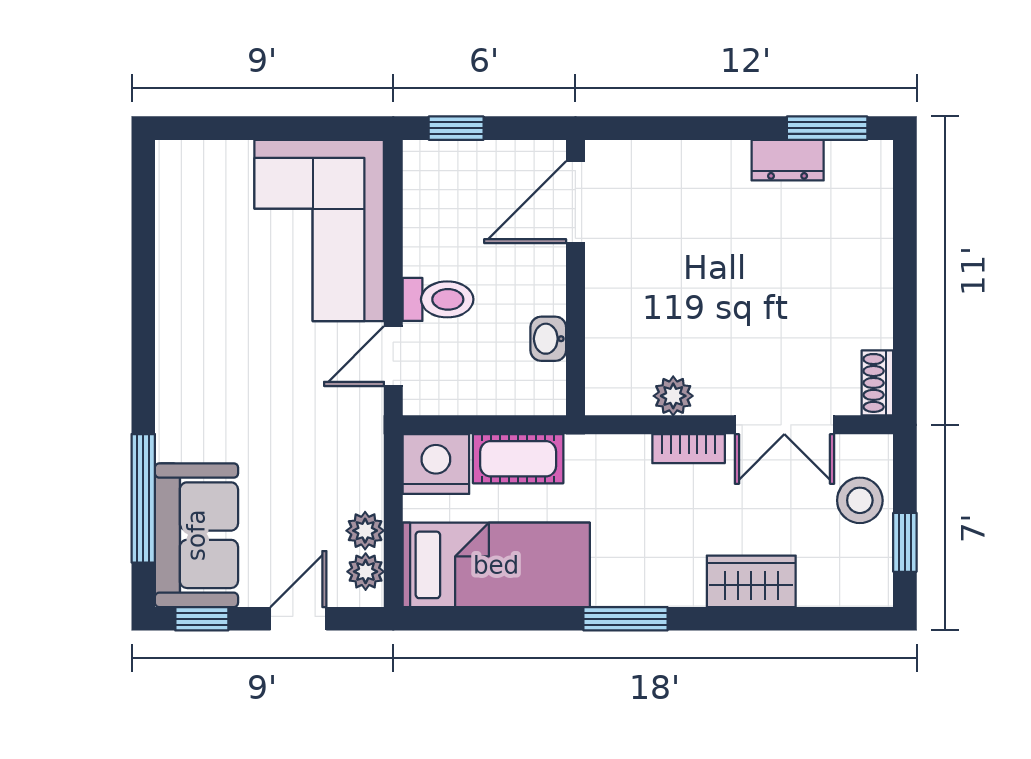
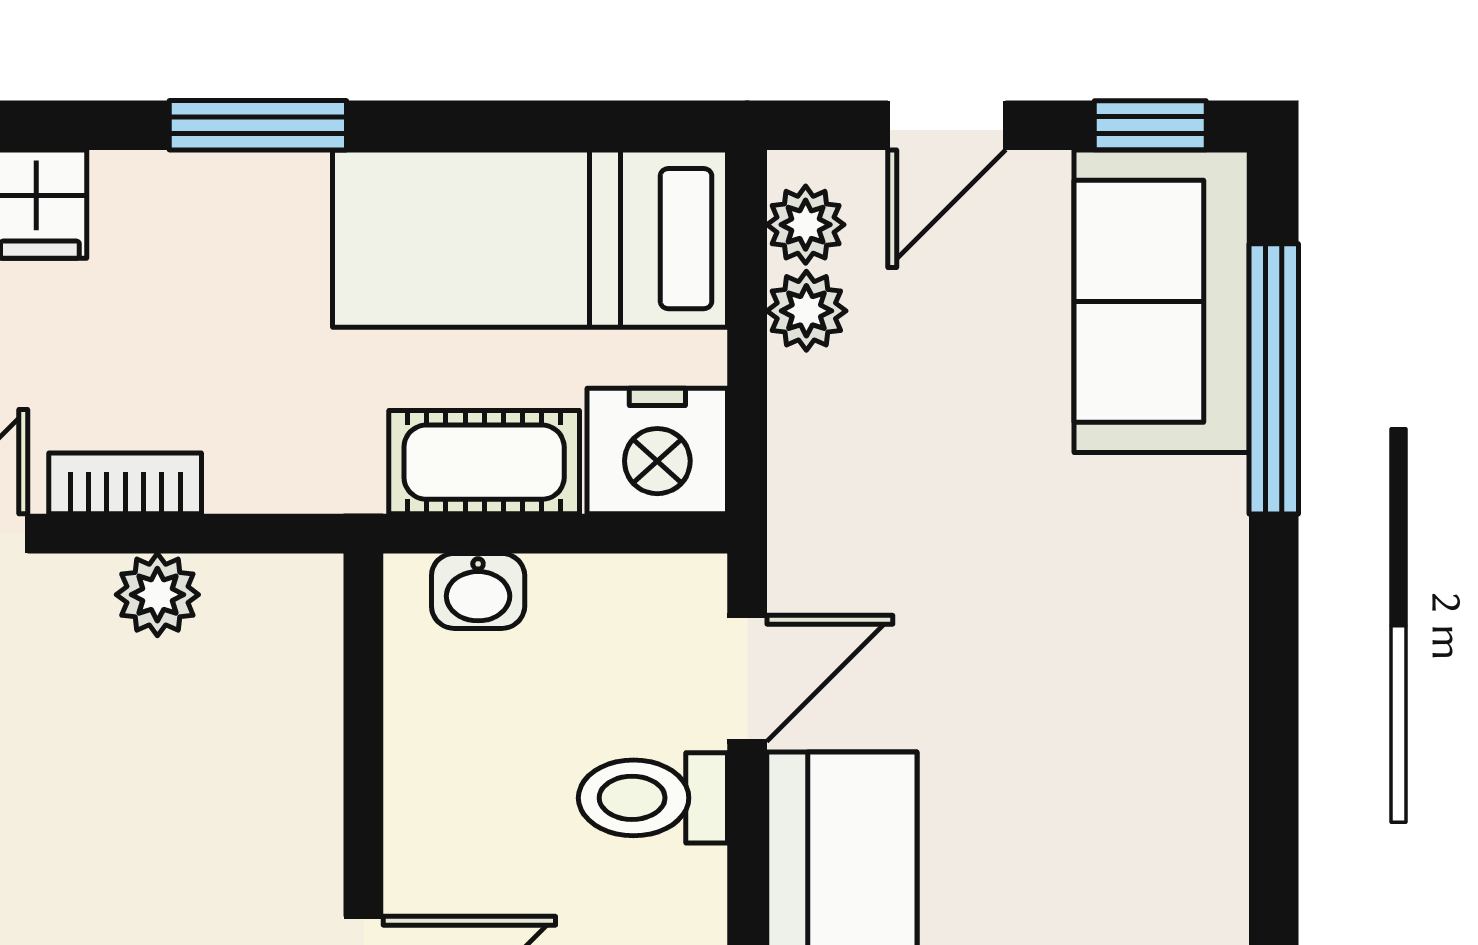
washbasin: (548, 339) -> (478, 591), moved, turned 90

